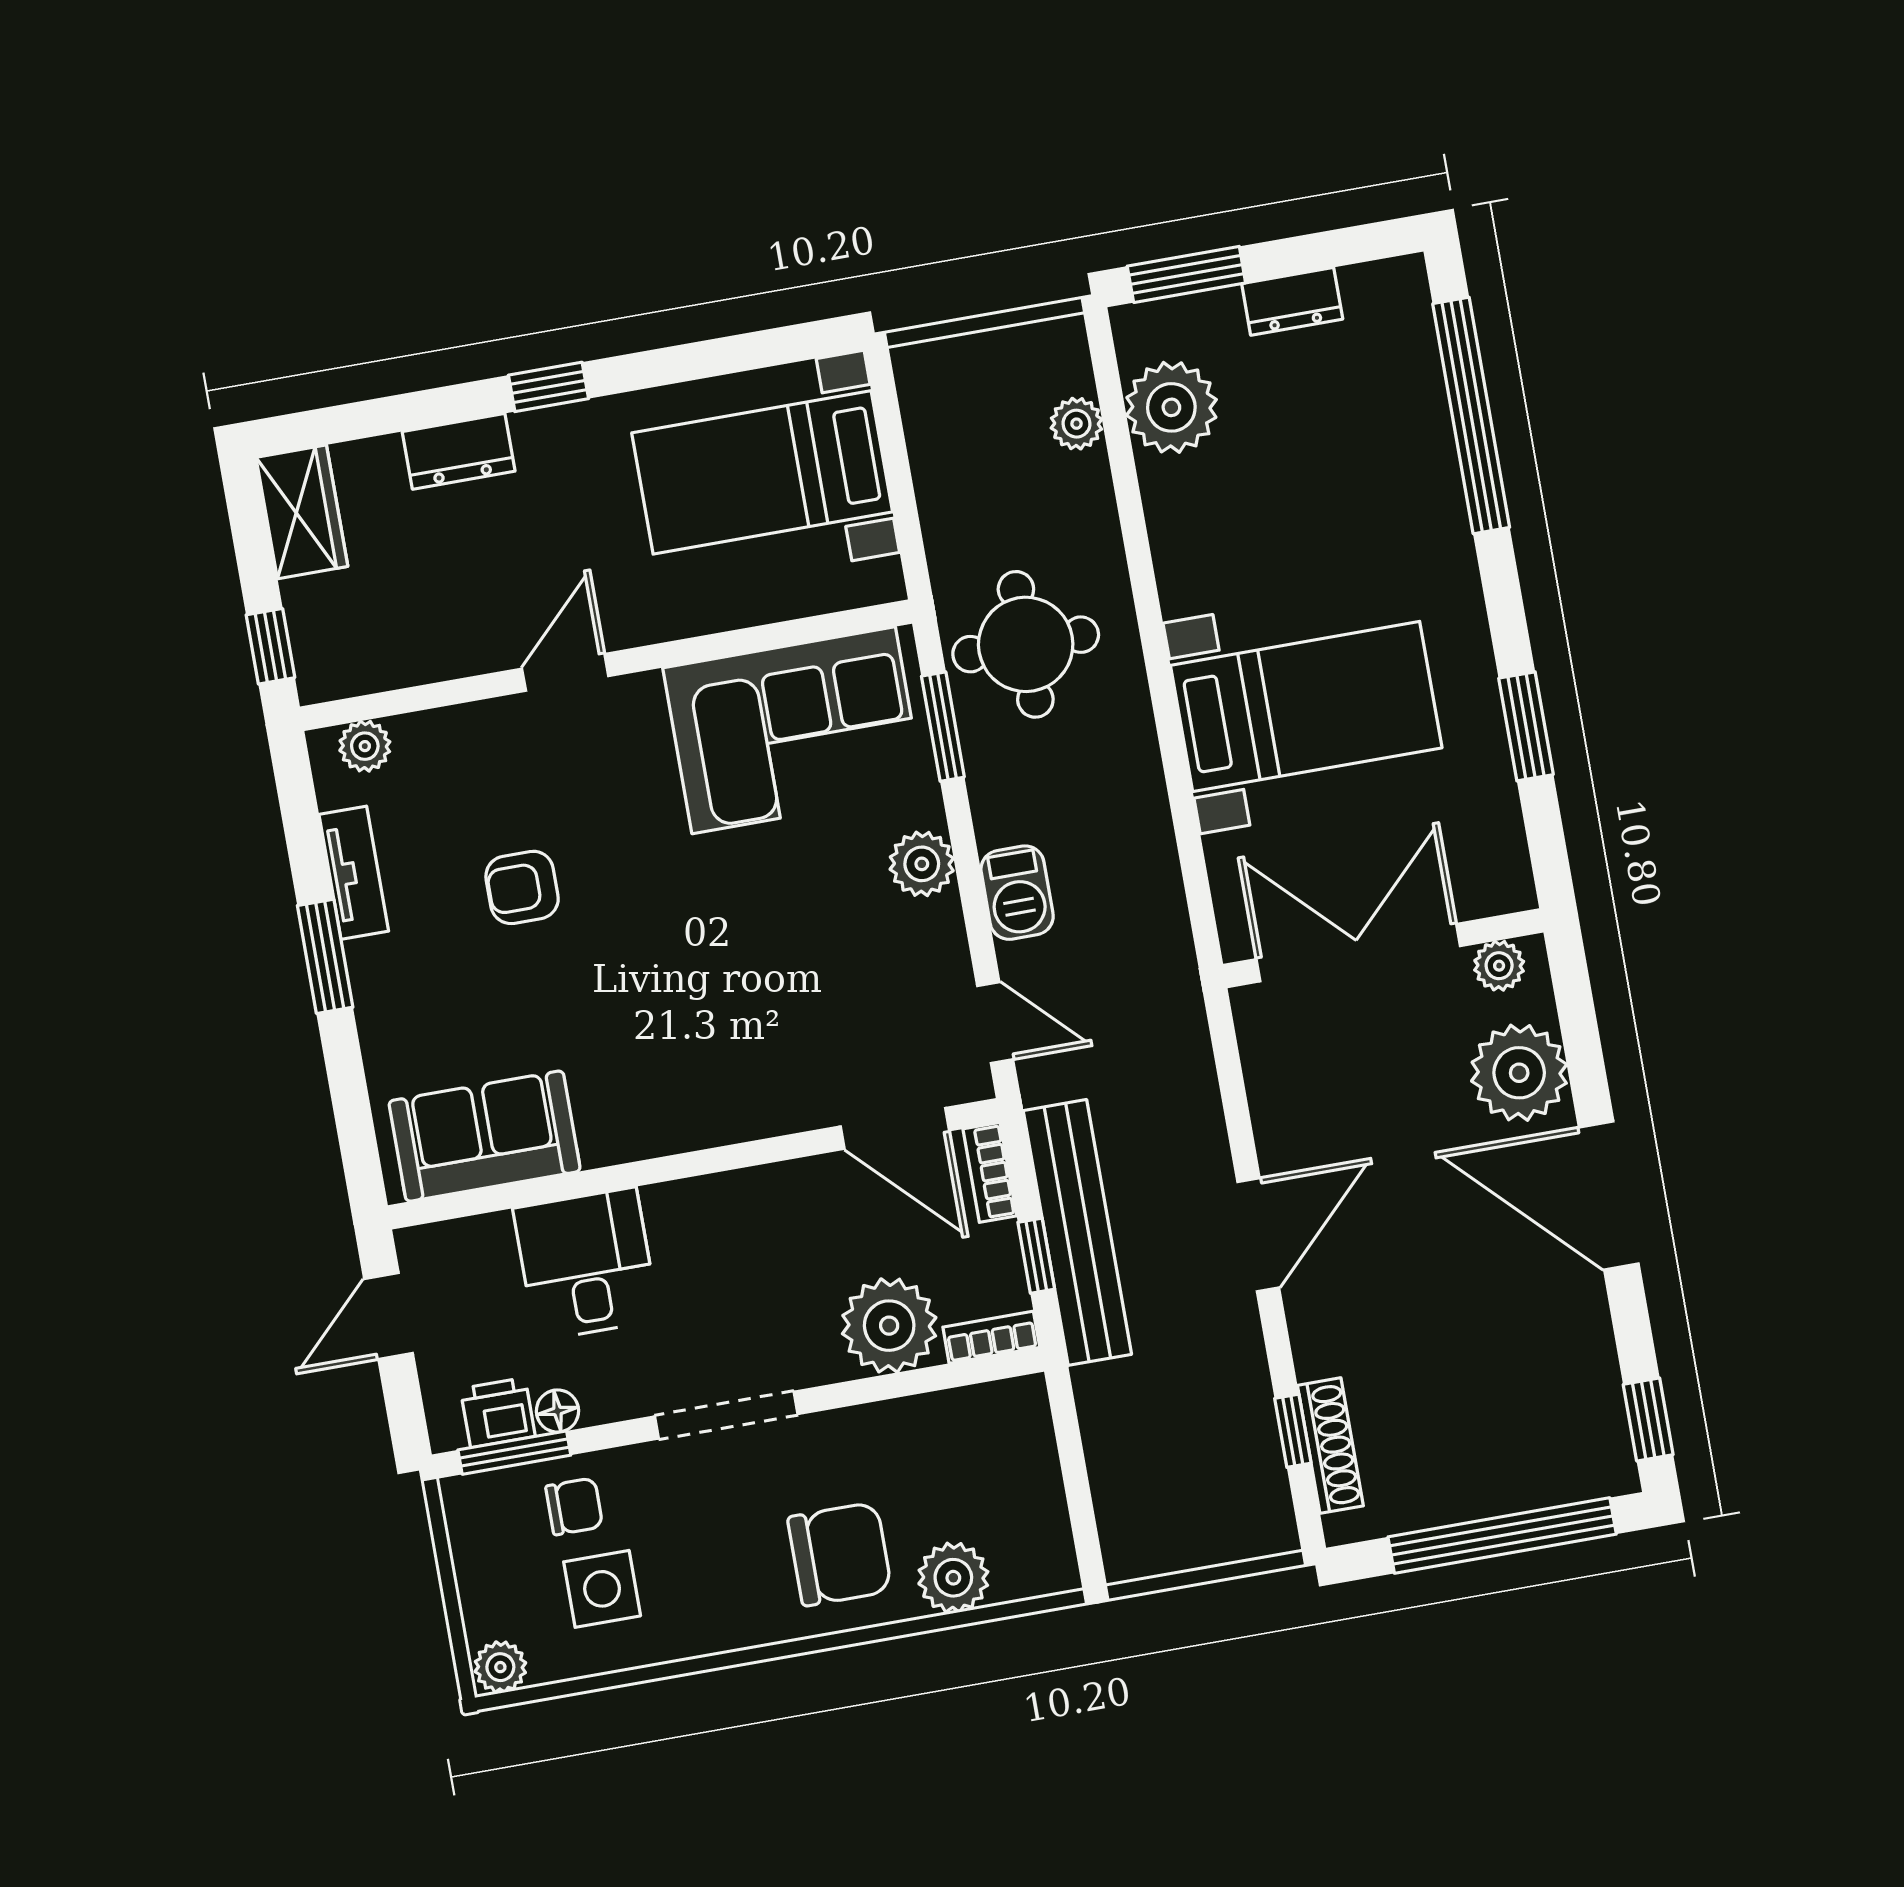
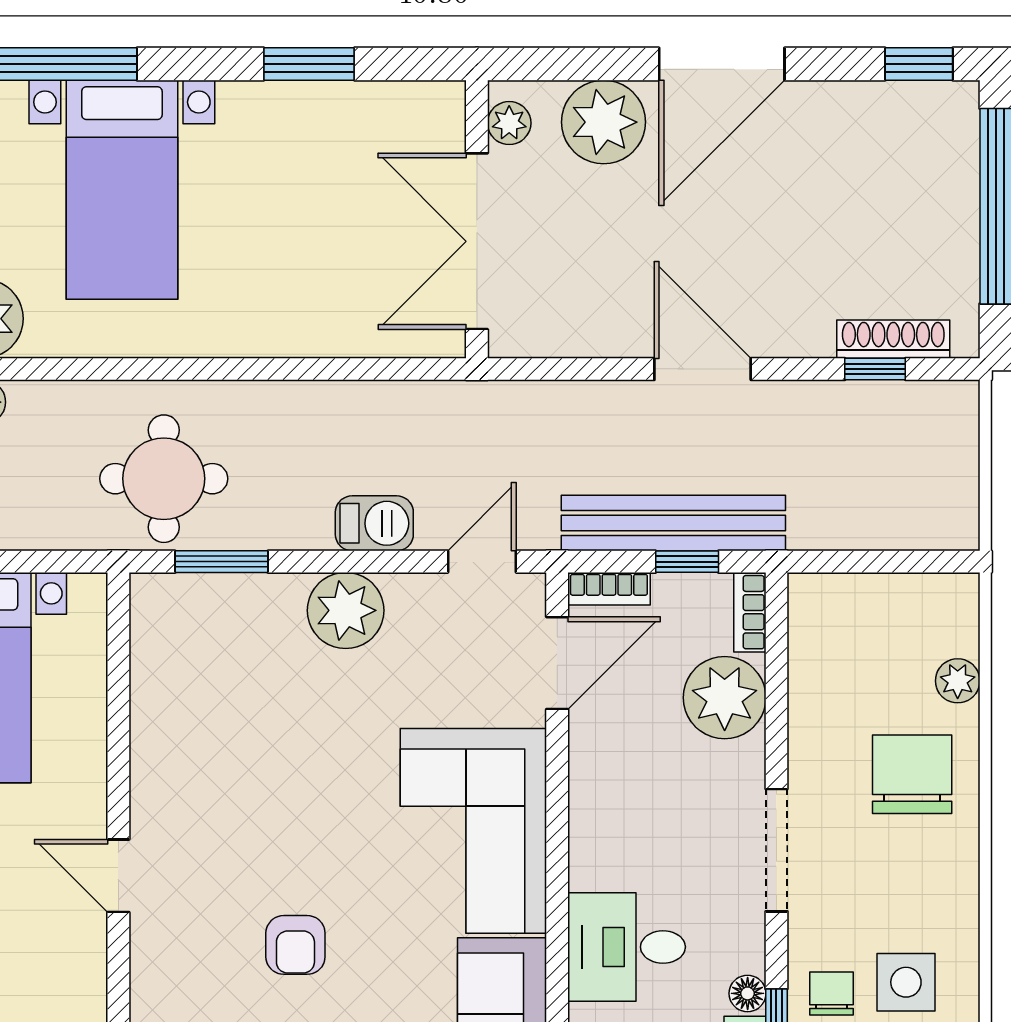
bed with nightstands: (1306, 707) -> (122, 190), moved, turned 180
corner sofa: (794, 730) -> (473, 831), moved, turned 180
plant: (922, 864) -> (346, 610), width x1.36, depth x1.36
plant: (953, 1578) -> (958, 681), width x0.73, depth x0.73

